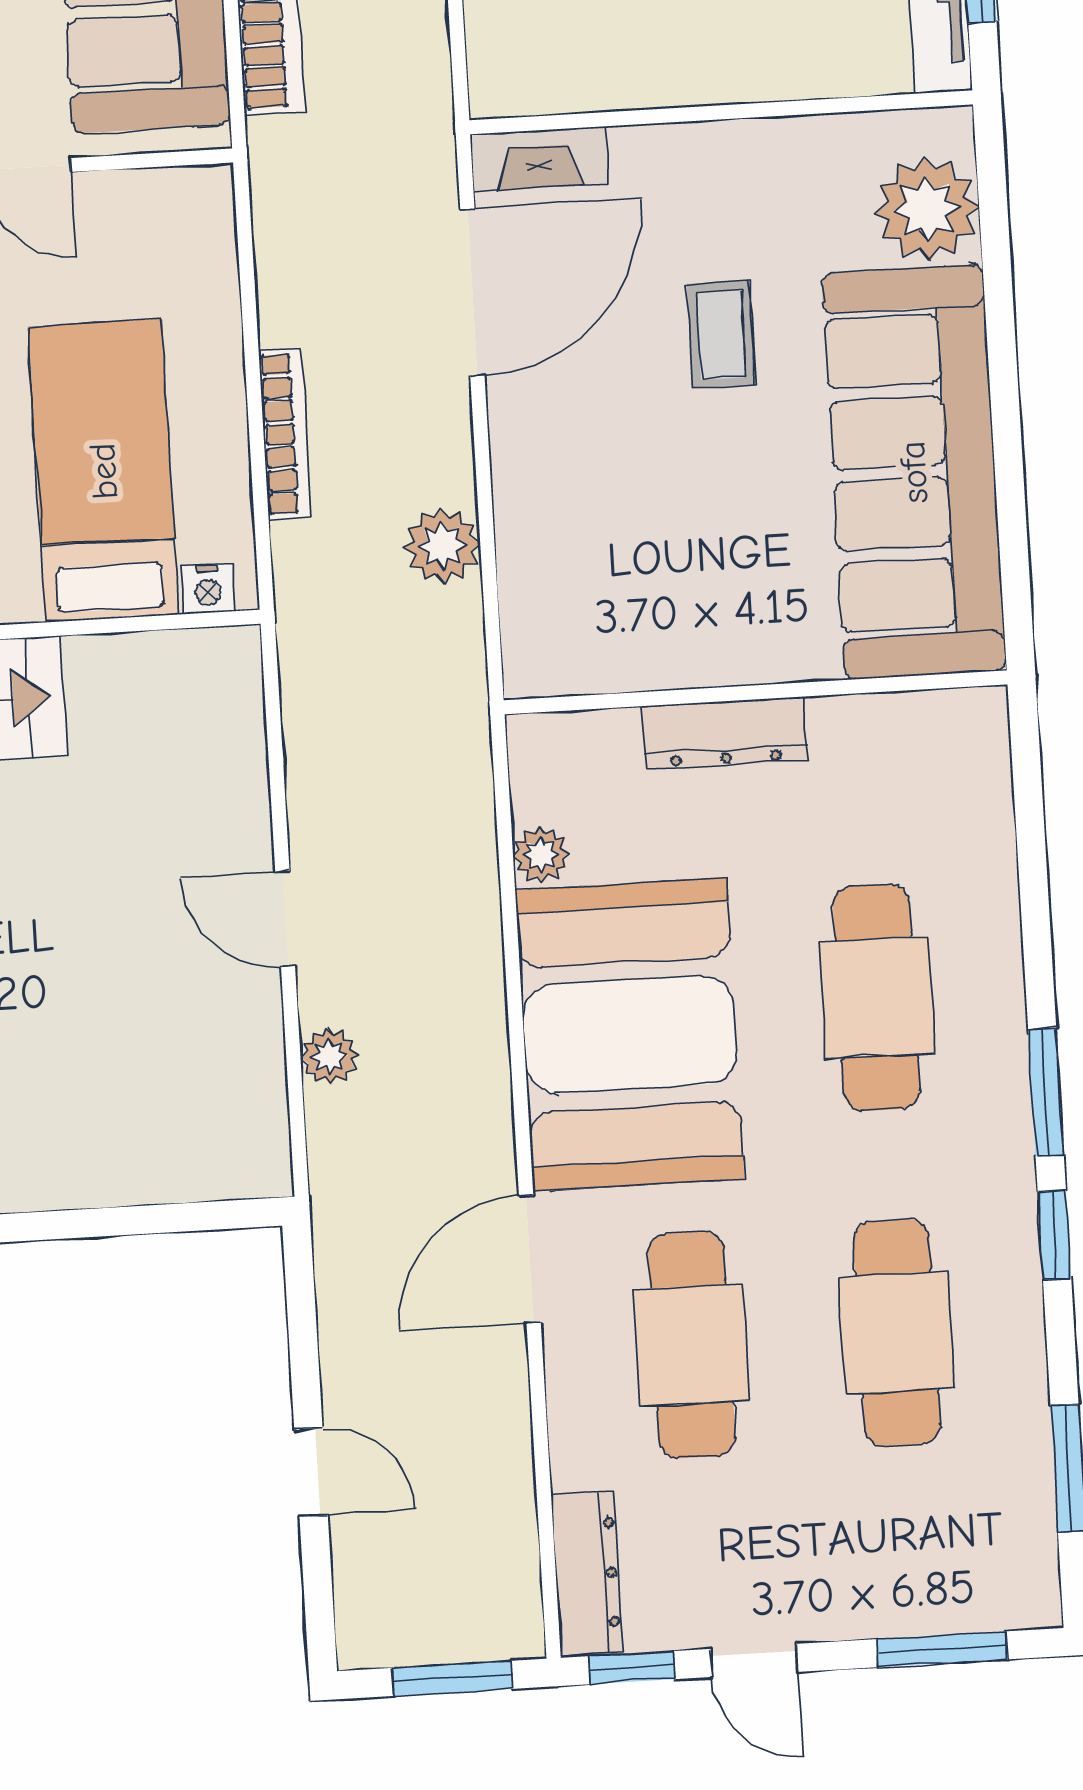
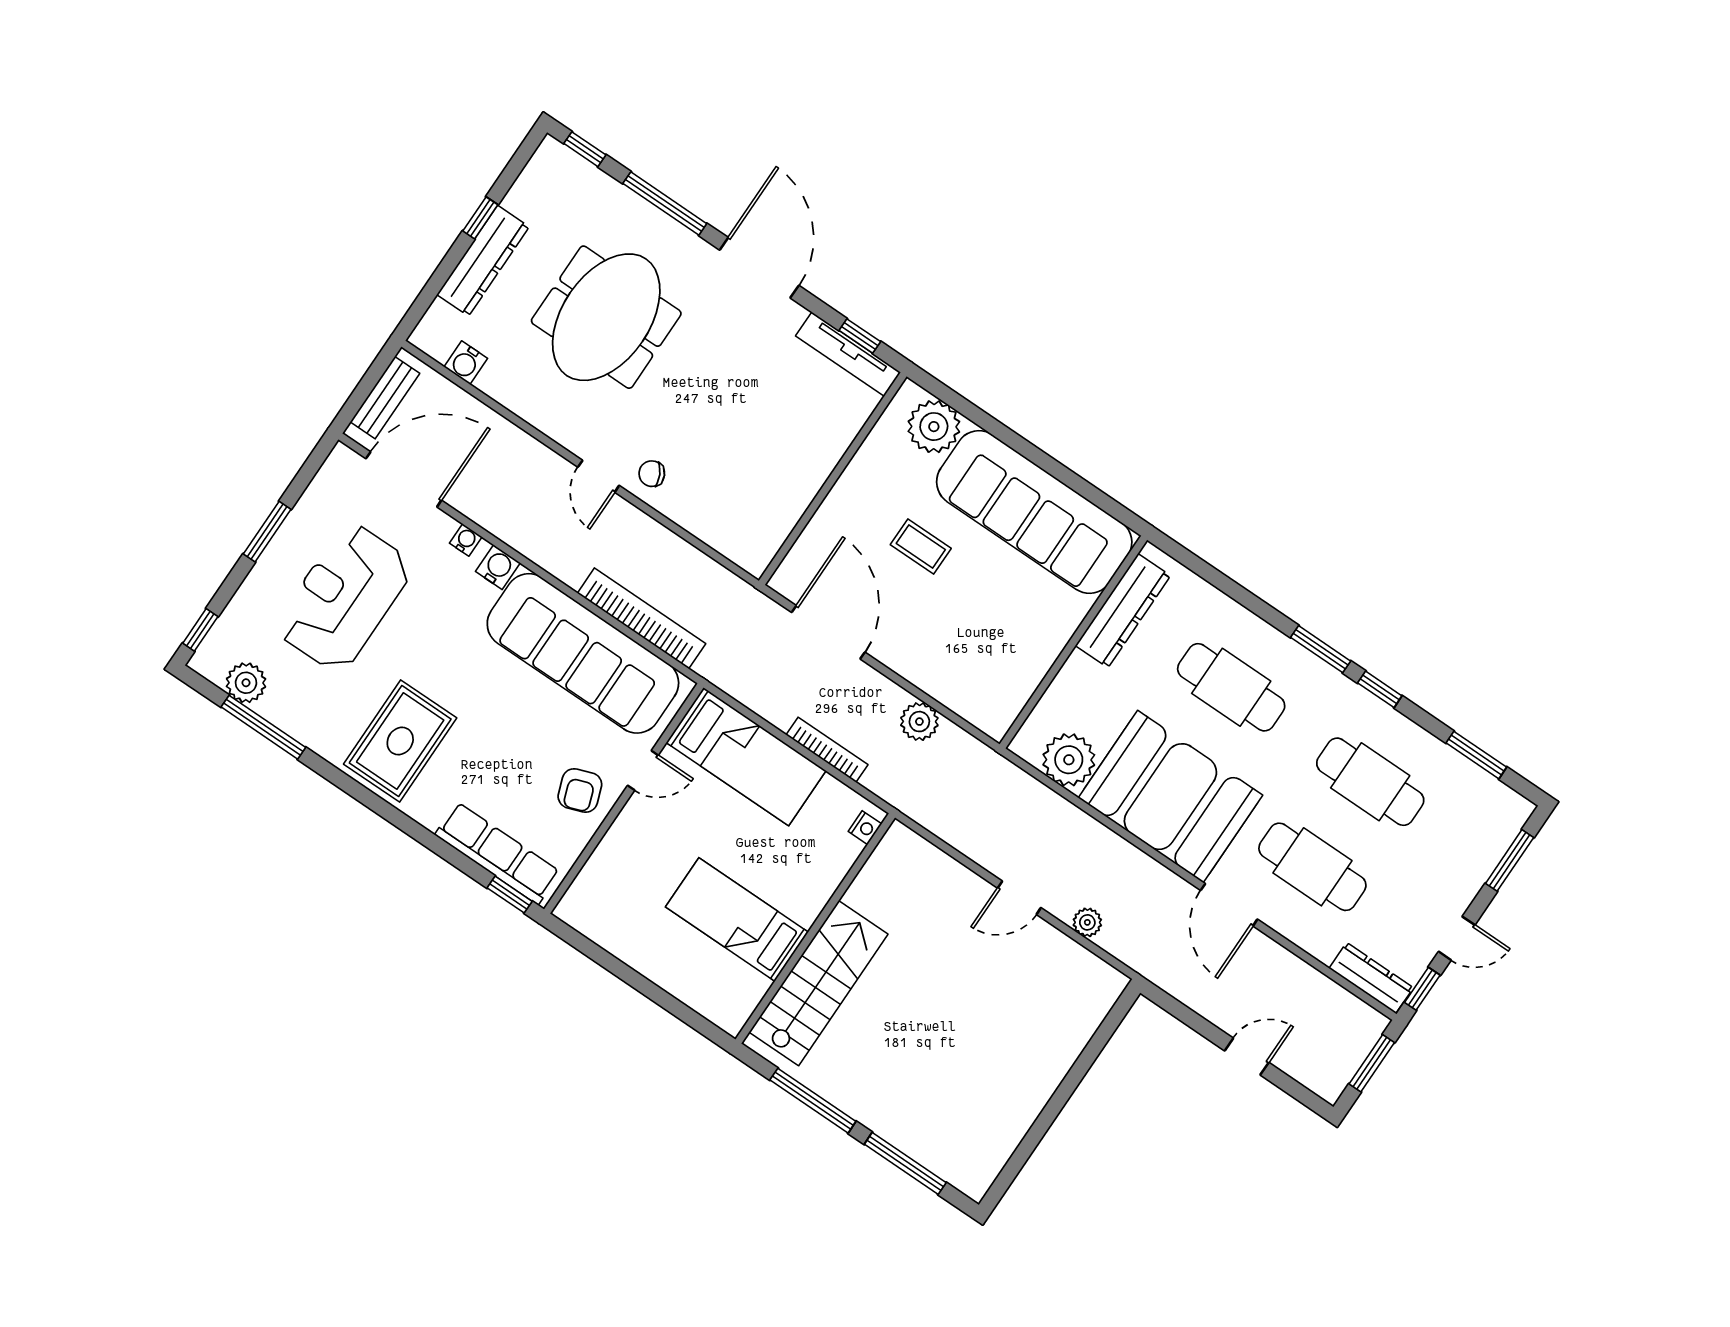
fireplace: (539, 159) -> (796, 565), removed
bed: (104, 471) -> (746, 757), moved, turned 180
dresser: (725, 733) -> (1123, 611), moved, width x1.37, depth x1.24
plant: (541, 855) -> (1069, 760), width x1.87, depth x1.87

